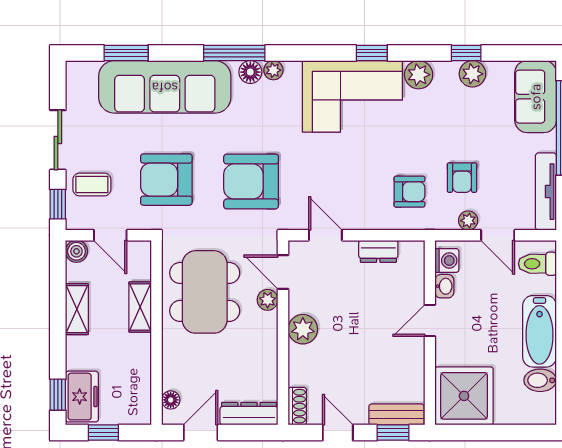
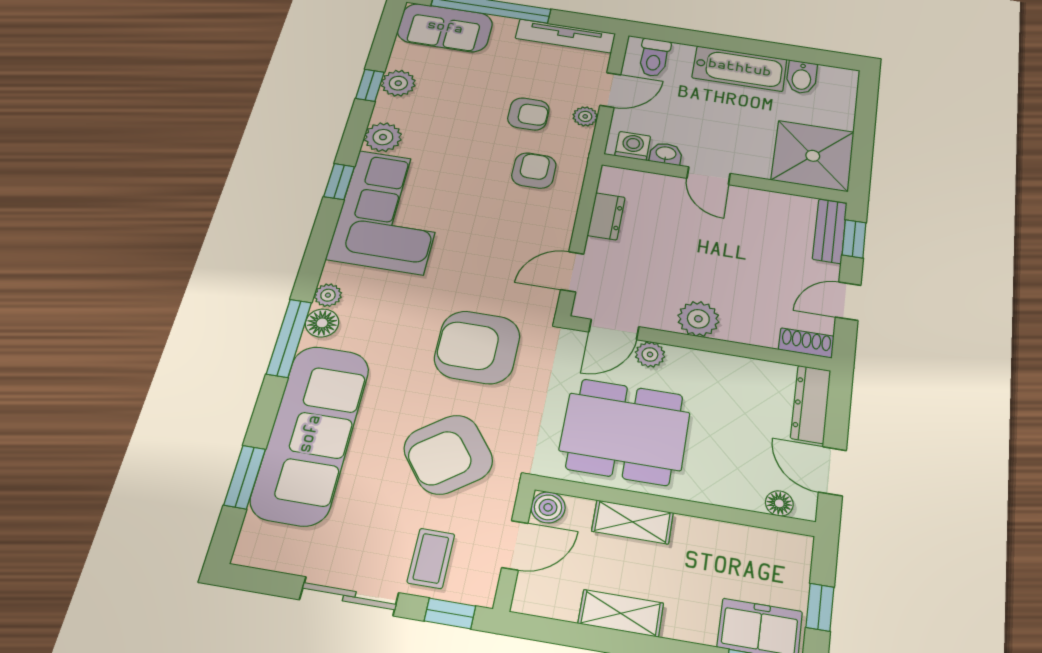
armchair: (166, 180) -> (448, 454), turned 53
armchair: (251, 181) -> (477, 347), turned 90
boiler: (76, 251) -> (548, 507), moved

